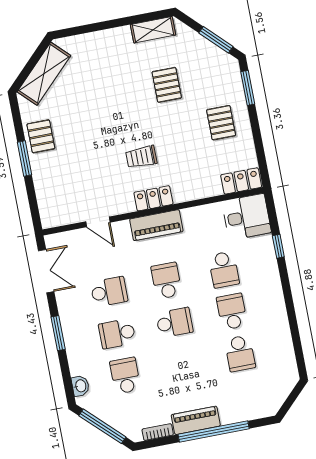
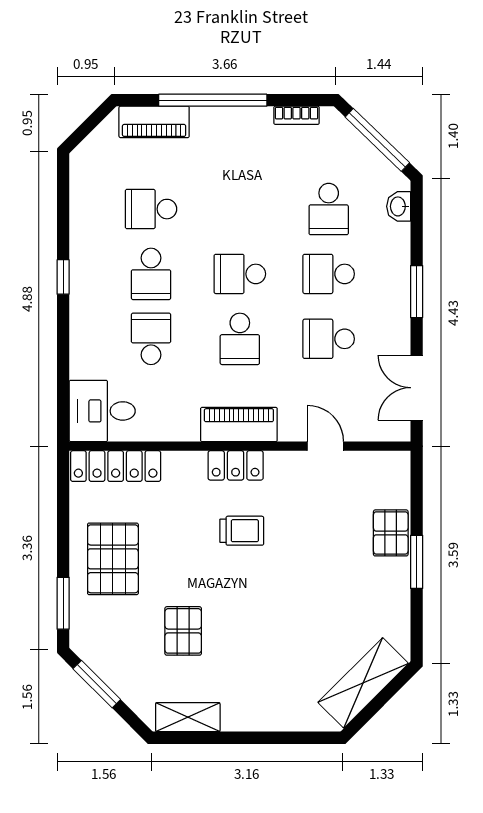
pallet: (221, 123) -> (113, 559), width x1.50, depth x1.42
pallet: (41, 136) -> (391, 533), moved
locker: (241, 181) -> (116, 466), width x1.53
window: (278, 246) -> (63, 277), moved
school desk: (117, 334) -> (329, 274), turned 180
school desk: (240, 353) -> (151, 209), turned -90
piano: (196, 420) -> (154, 122), moved

